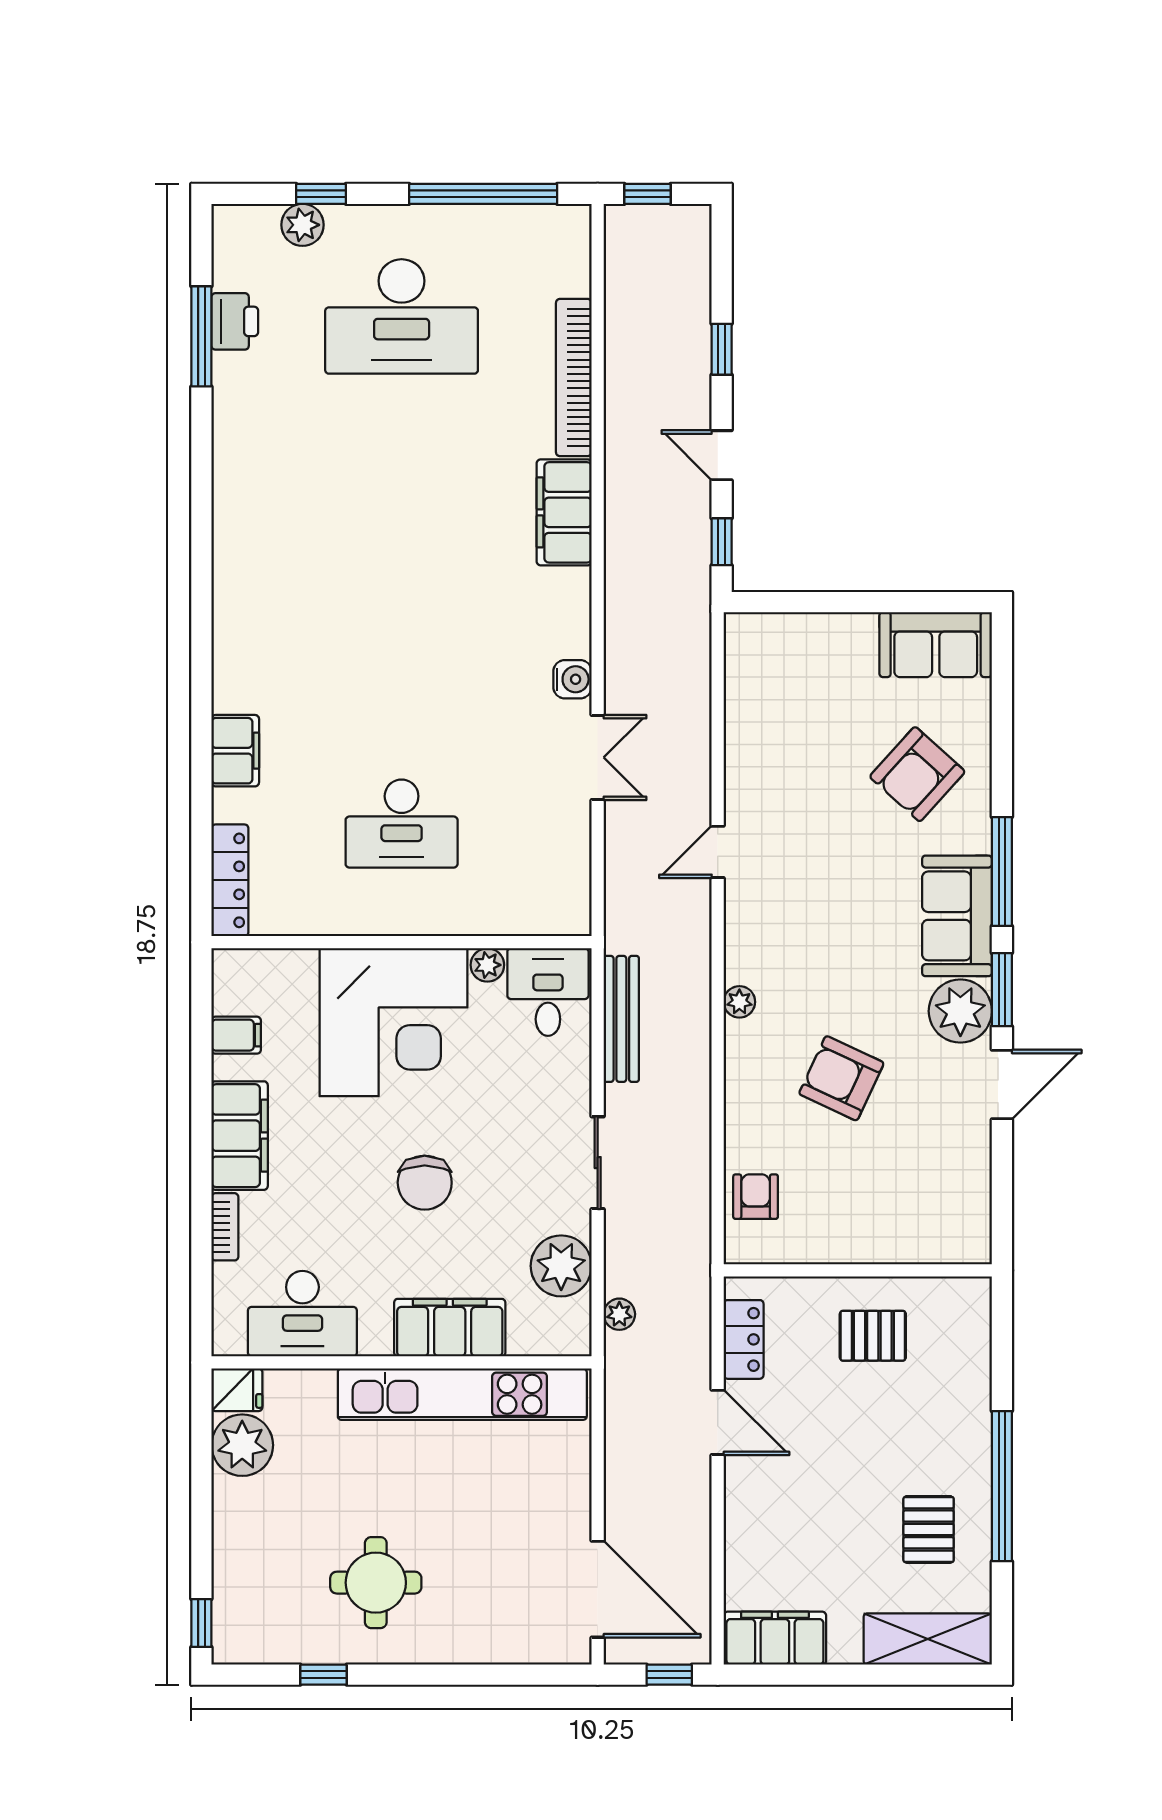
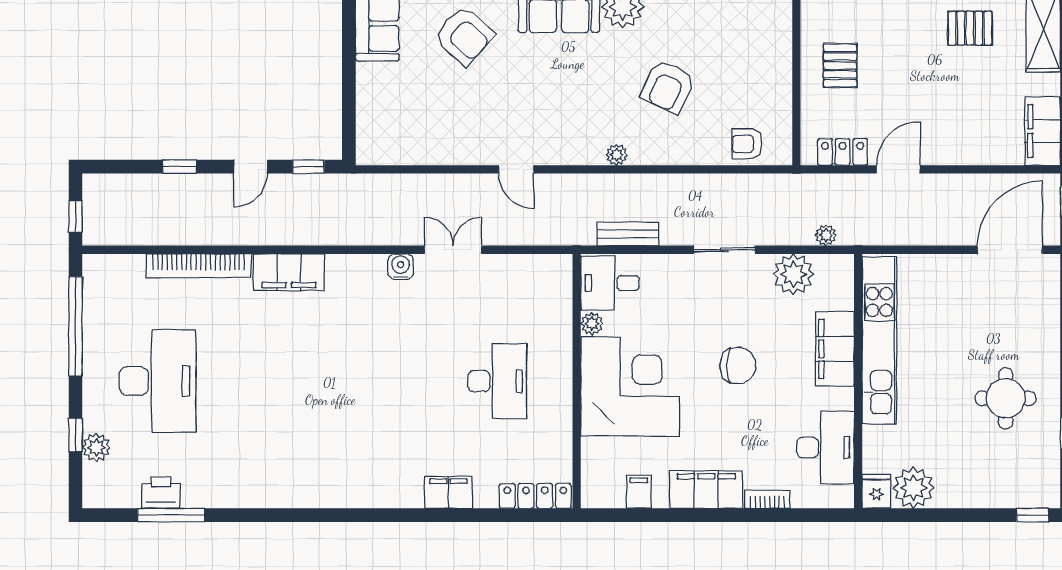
bench: (621, 1019) -> (628, 234), width x0.73

